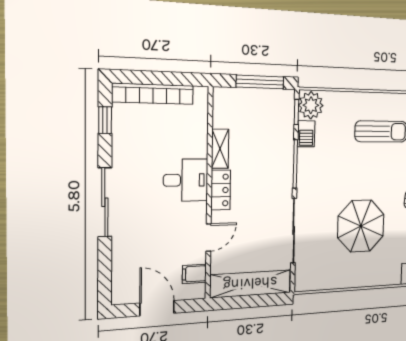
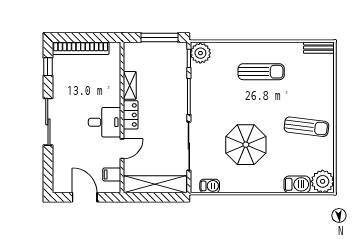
barbecue: (306, 134) -> (210, 186), moved, turned -90
desk: (186, 180) -> (105, 122), moved

